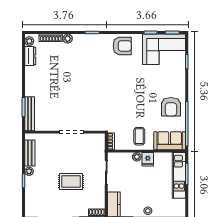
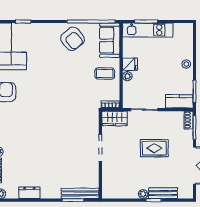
dresser: (30, 56) -> (29, 193), moved
armchair: (171, 107) -> (73, 39), turned 51
wardrobe: (98, 145) -> (114, 118), added
bench: (30, 153) -> (163, 193), moved
rug: (71, 182) -> (154, 148), turned 90

